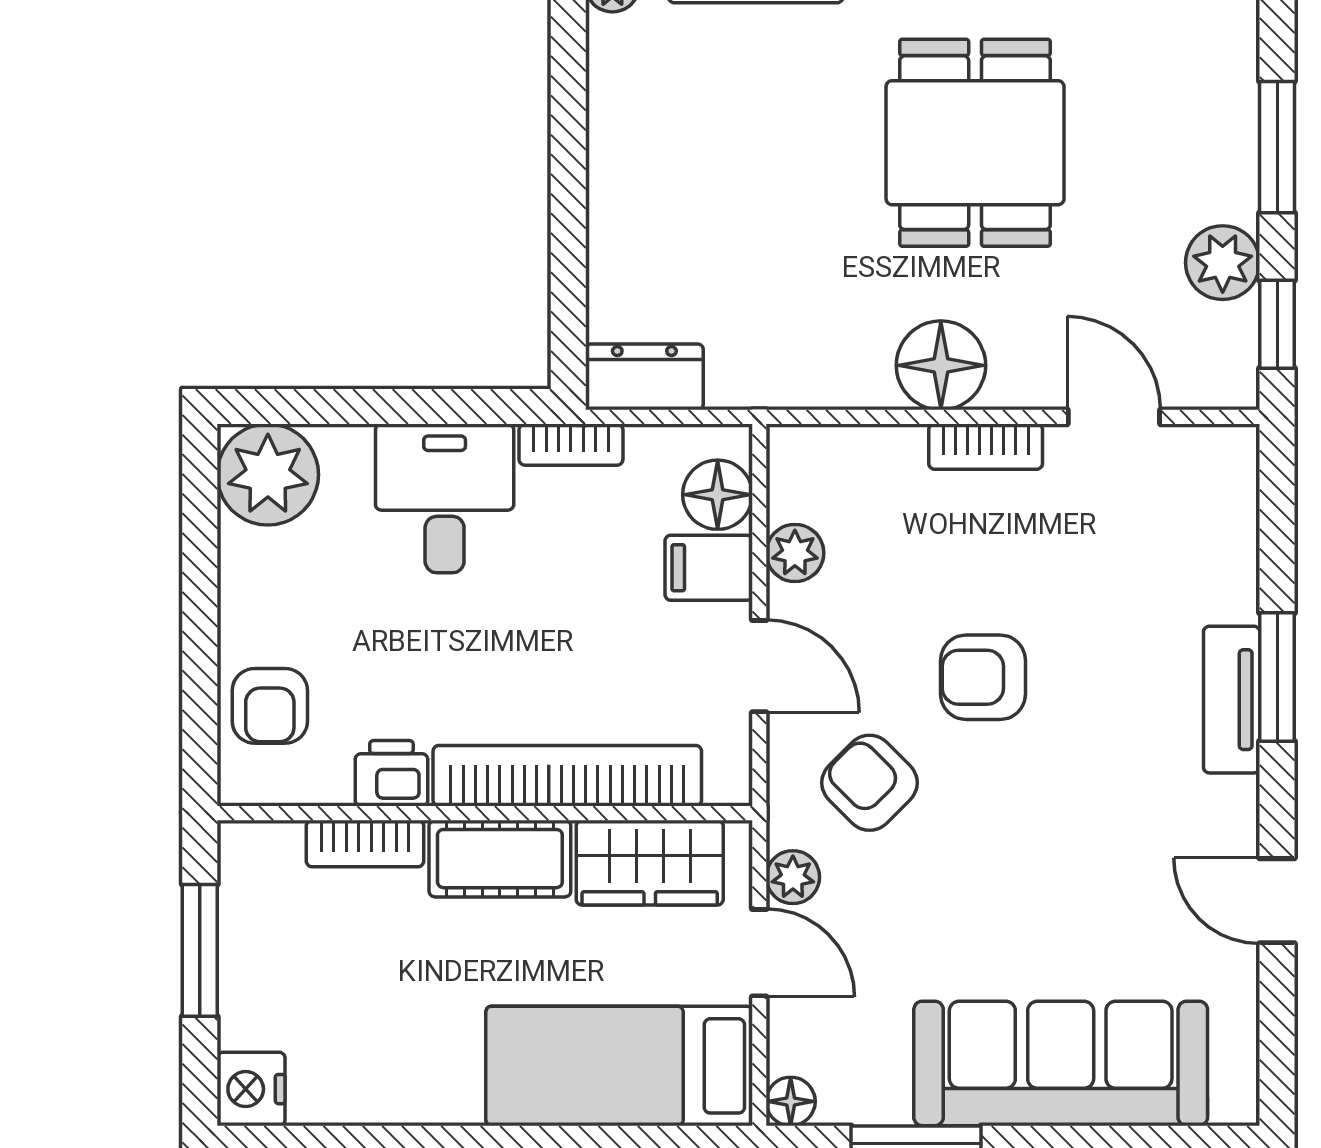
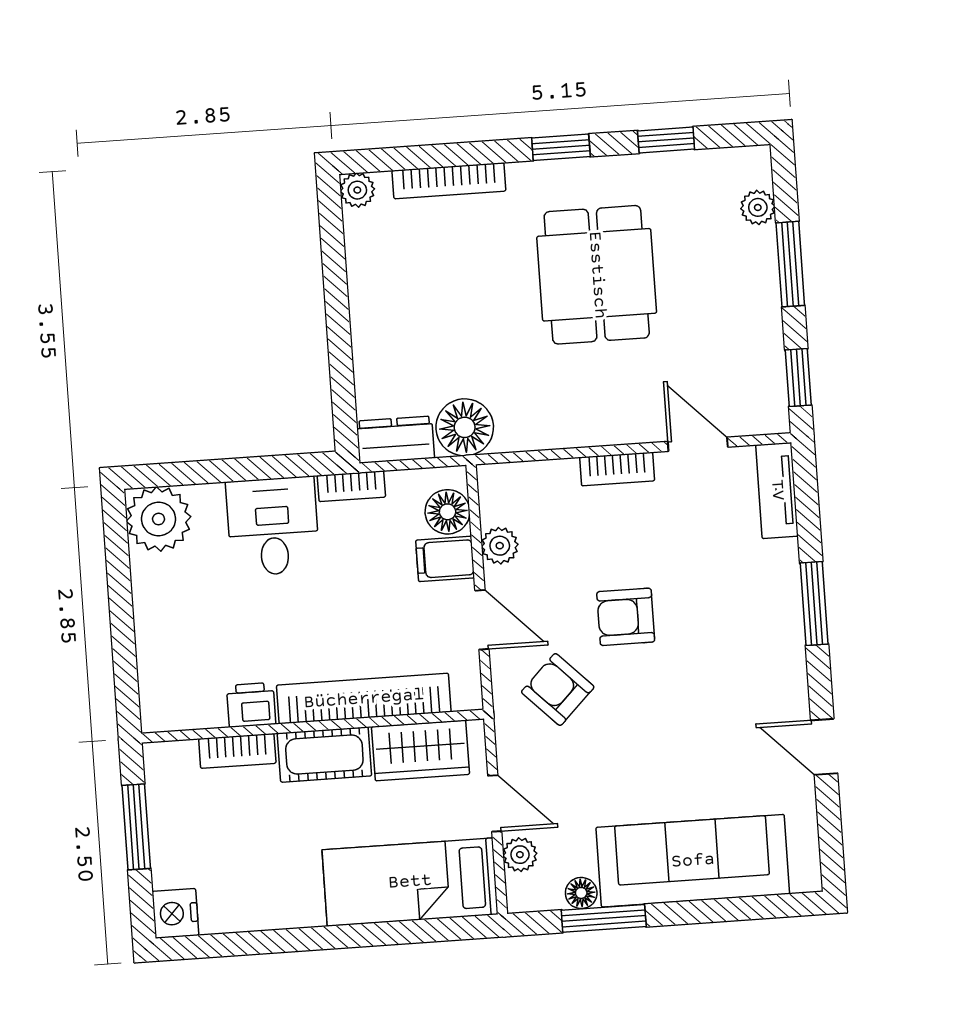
plant: (1223, 263) -> (758, 207), moved, width x0.73, depth x0.73
floor lamp: (941, 365) -> (465, 427), moved
tv unit: (1232, 700) -> (777, 490), moved
armchair: (270, 706) -> (170, 667), removed
plant: (793, 877) -> (520, 855), moved
floor lamp: (791, 1101) -> (581, 893), moved

